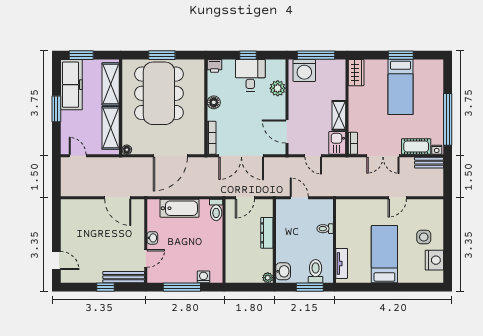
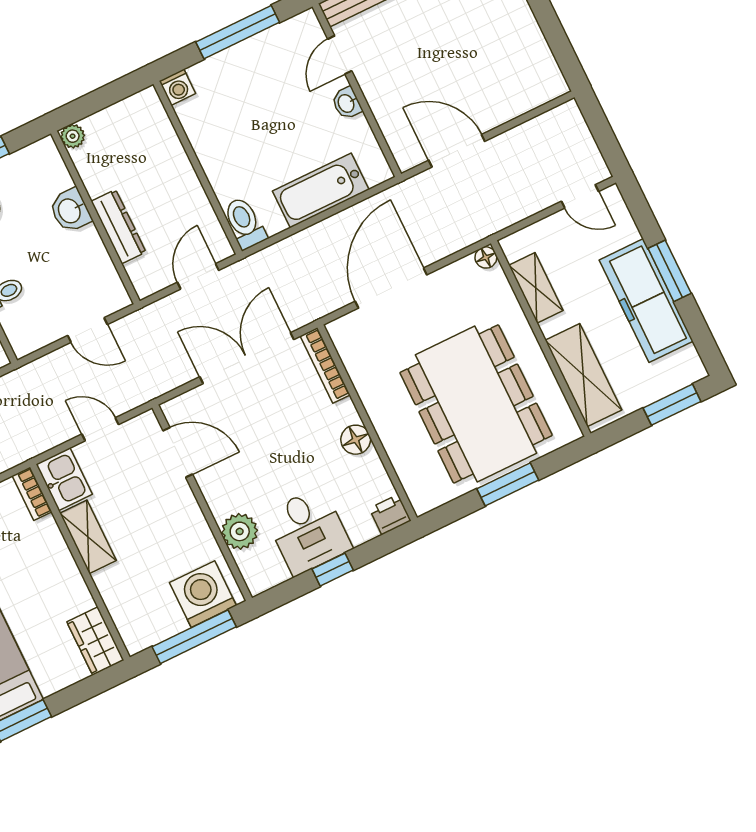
freezer: (71, 85) -> (646, 301), moved
shelving: (111, 128) -> (536, 288), width x0.67, depth x0.75
washbasin: (283, 271) -> (70, 211), moved
washing machine: (203, 277) -> (177, 87), moved

